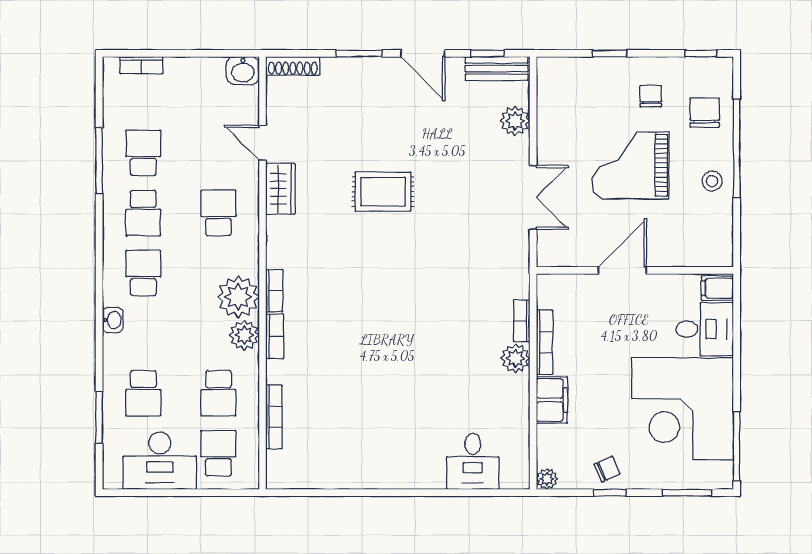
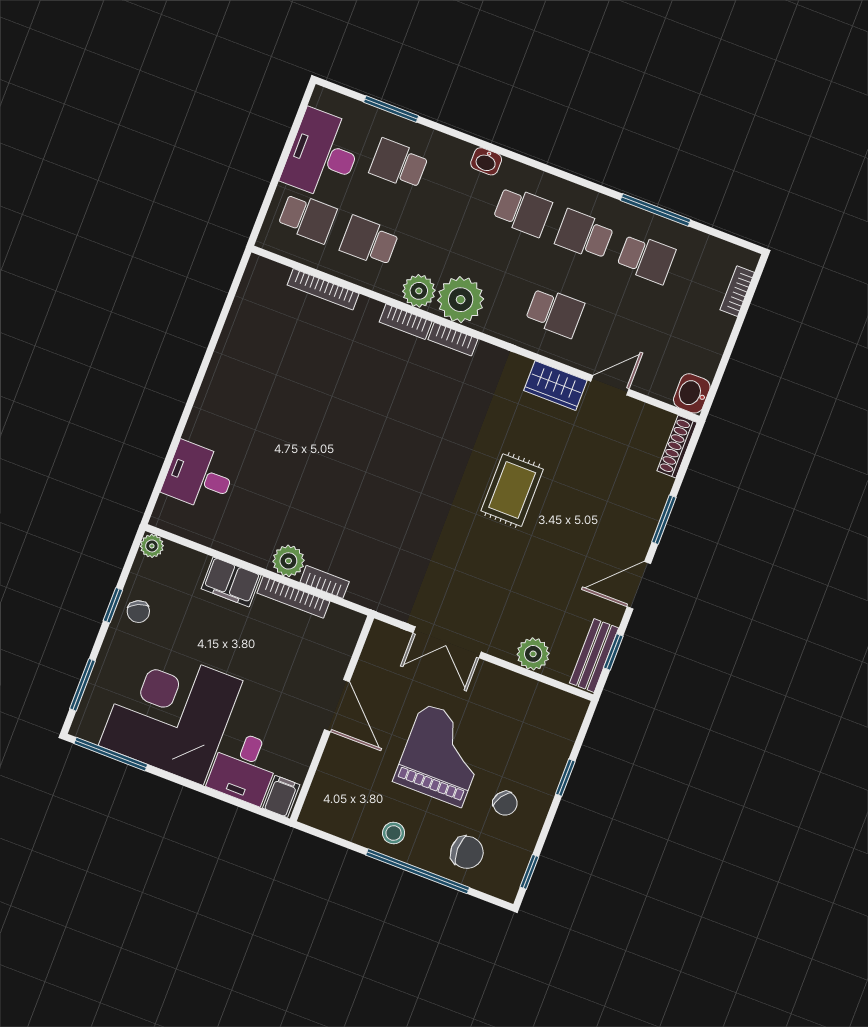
chair: (651, 96) -> (505, 803), turned 33

